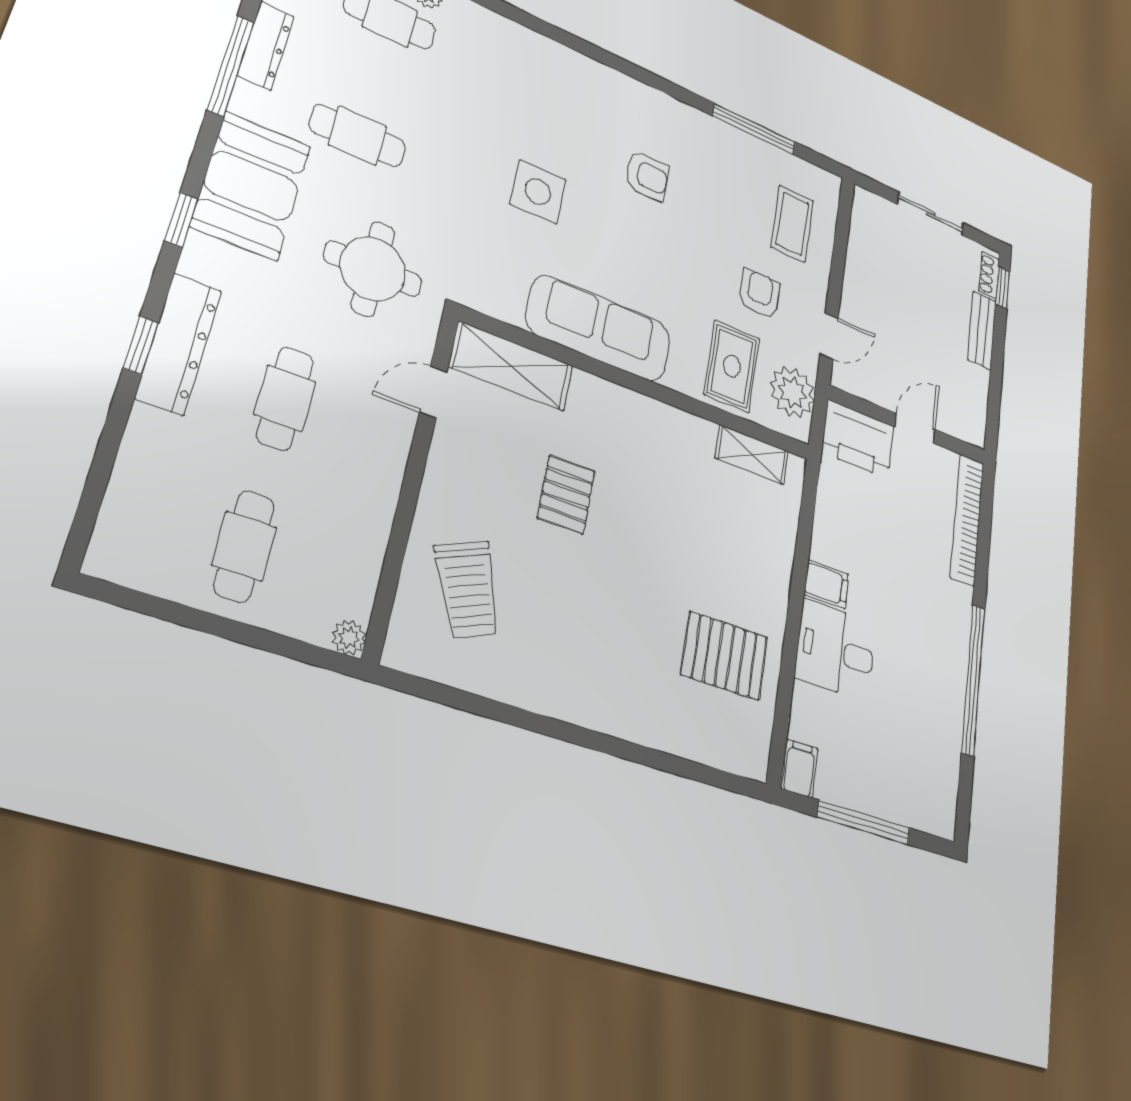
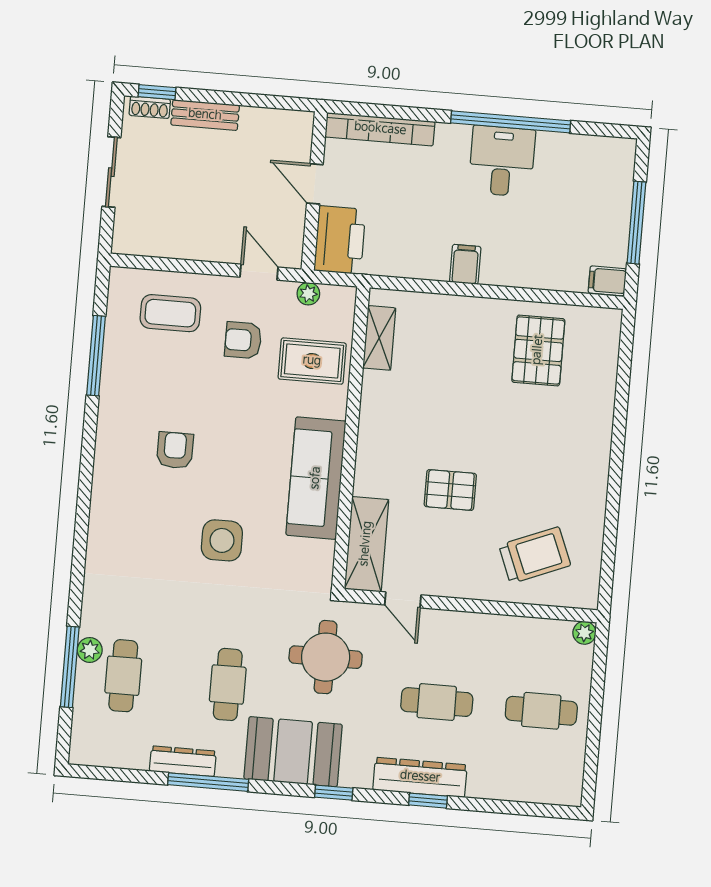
plant: (792, 392) -> (308, 294), width x0.53, depth x0.53
desk: (836, 650) -> (502, 161), moved, turned 180

